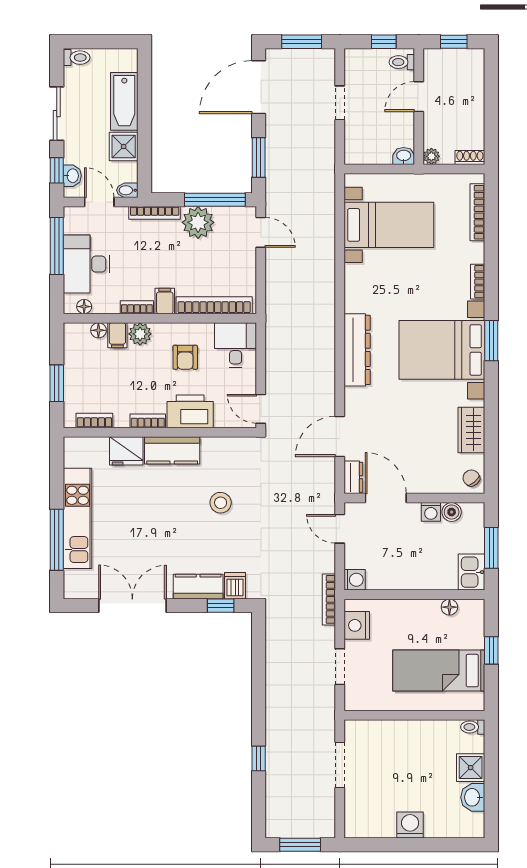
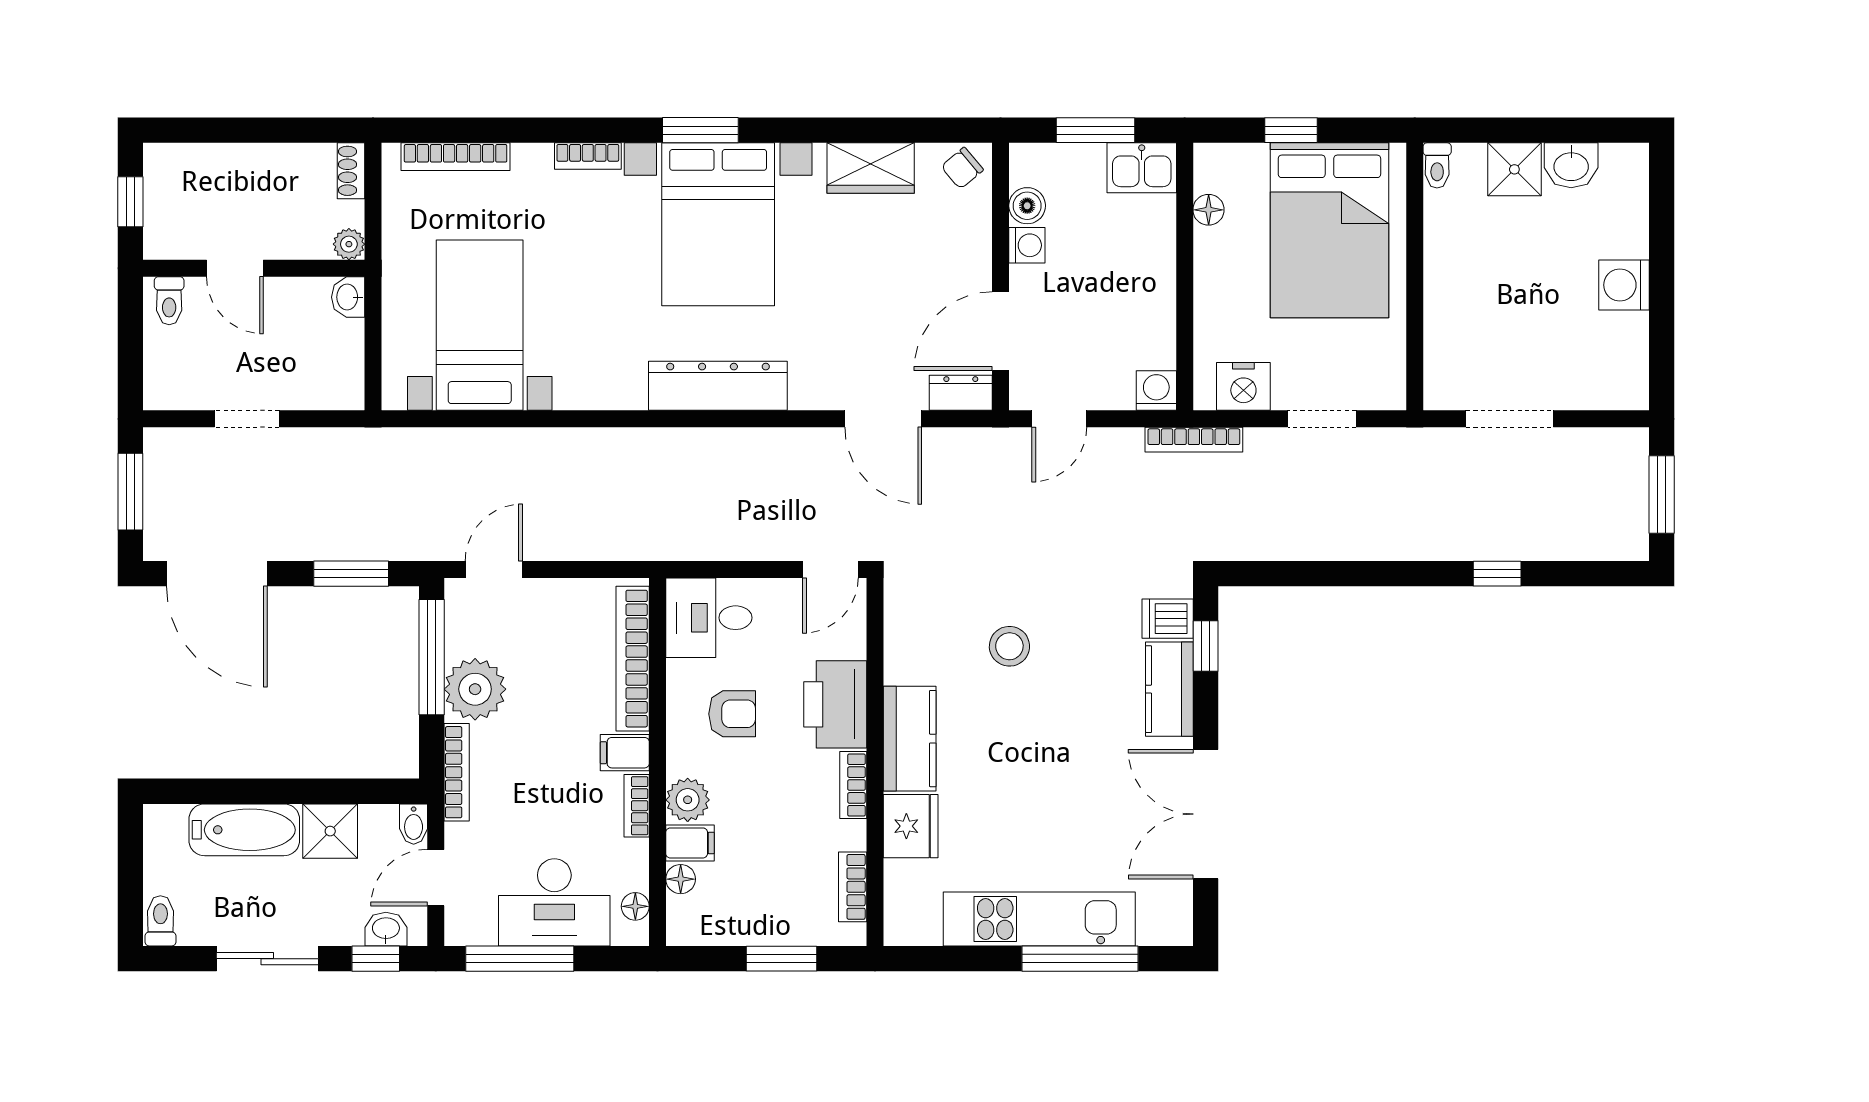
window: (384, 42) -> (130, 335), removed
bed: (439, 671) -> (1329, 230), width x1.50

